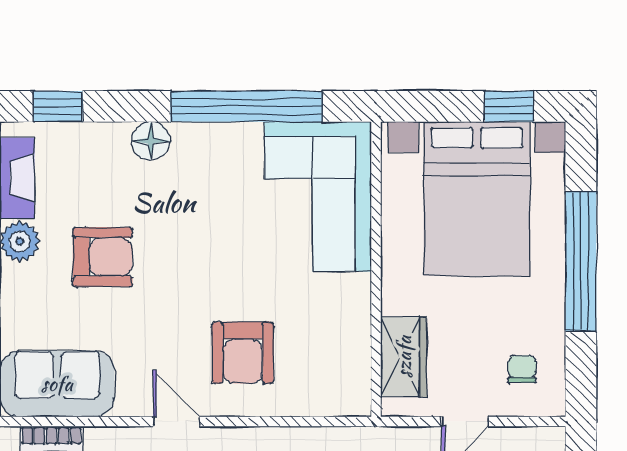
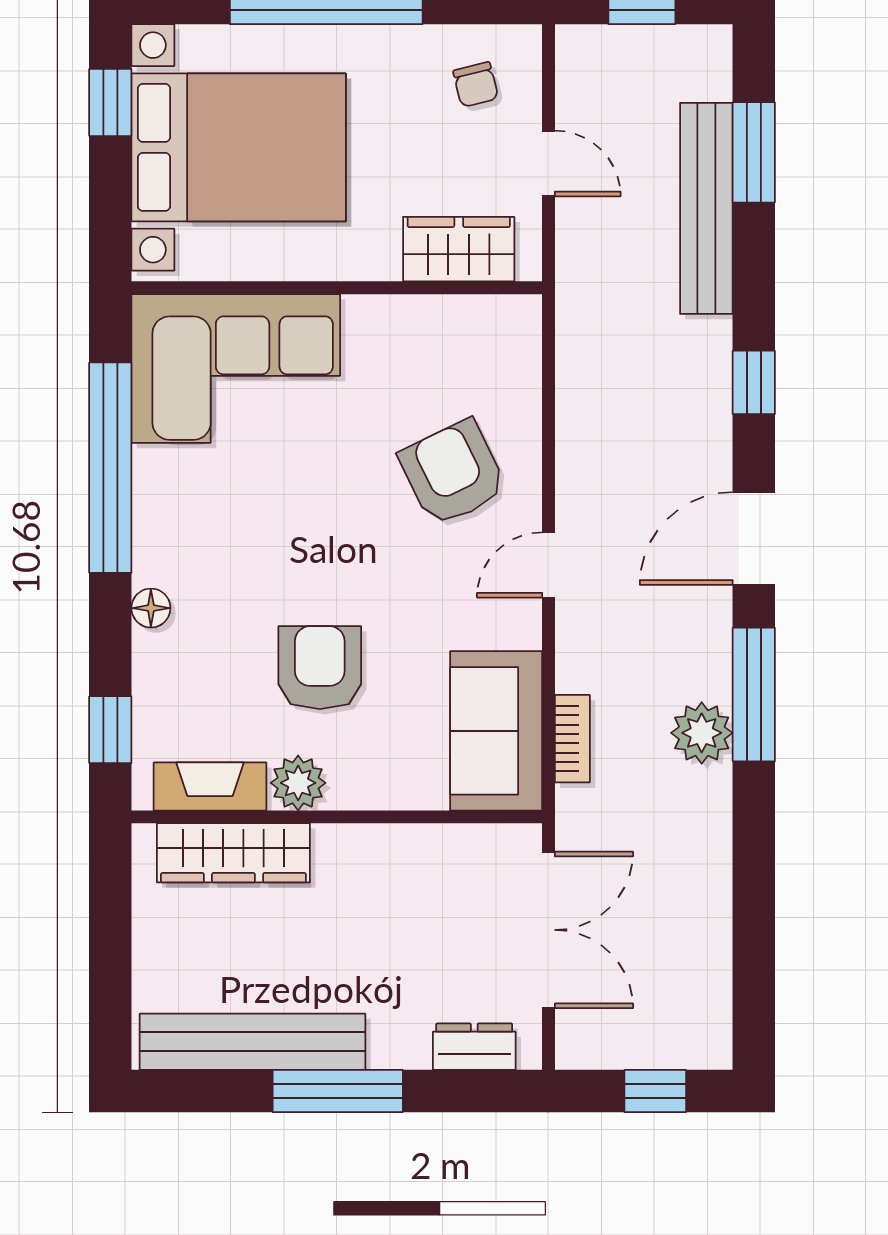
floor lamp: (151, 141) -> (151, 608), width x0.73, depth x0.73
armchair: (243, 353) -> (453, 473), turned -116
chair: (522, 369) -> (476, 85), turned -104

